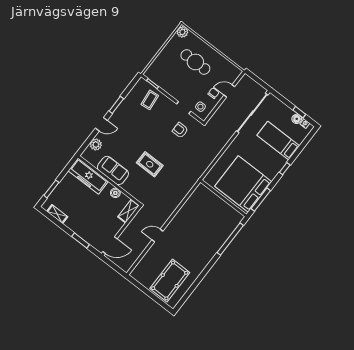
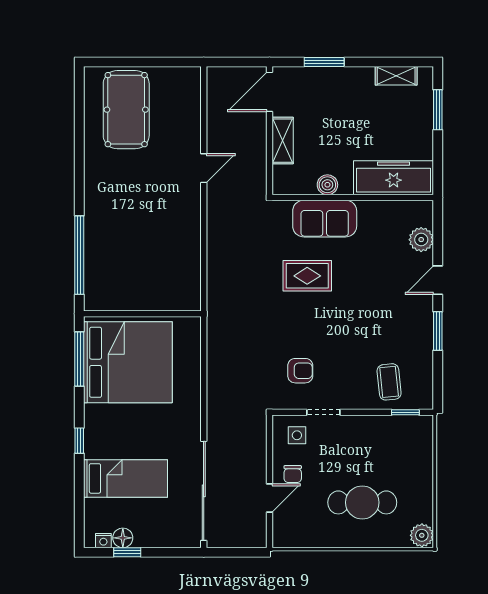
sofa: (113, 170) -> (325, 219), moved
shelving: (128, 211) -> (283, 141), moved

